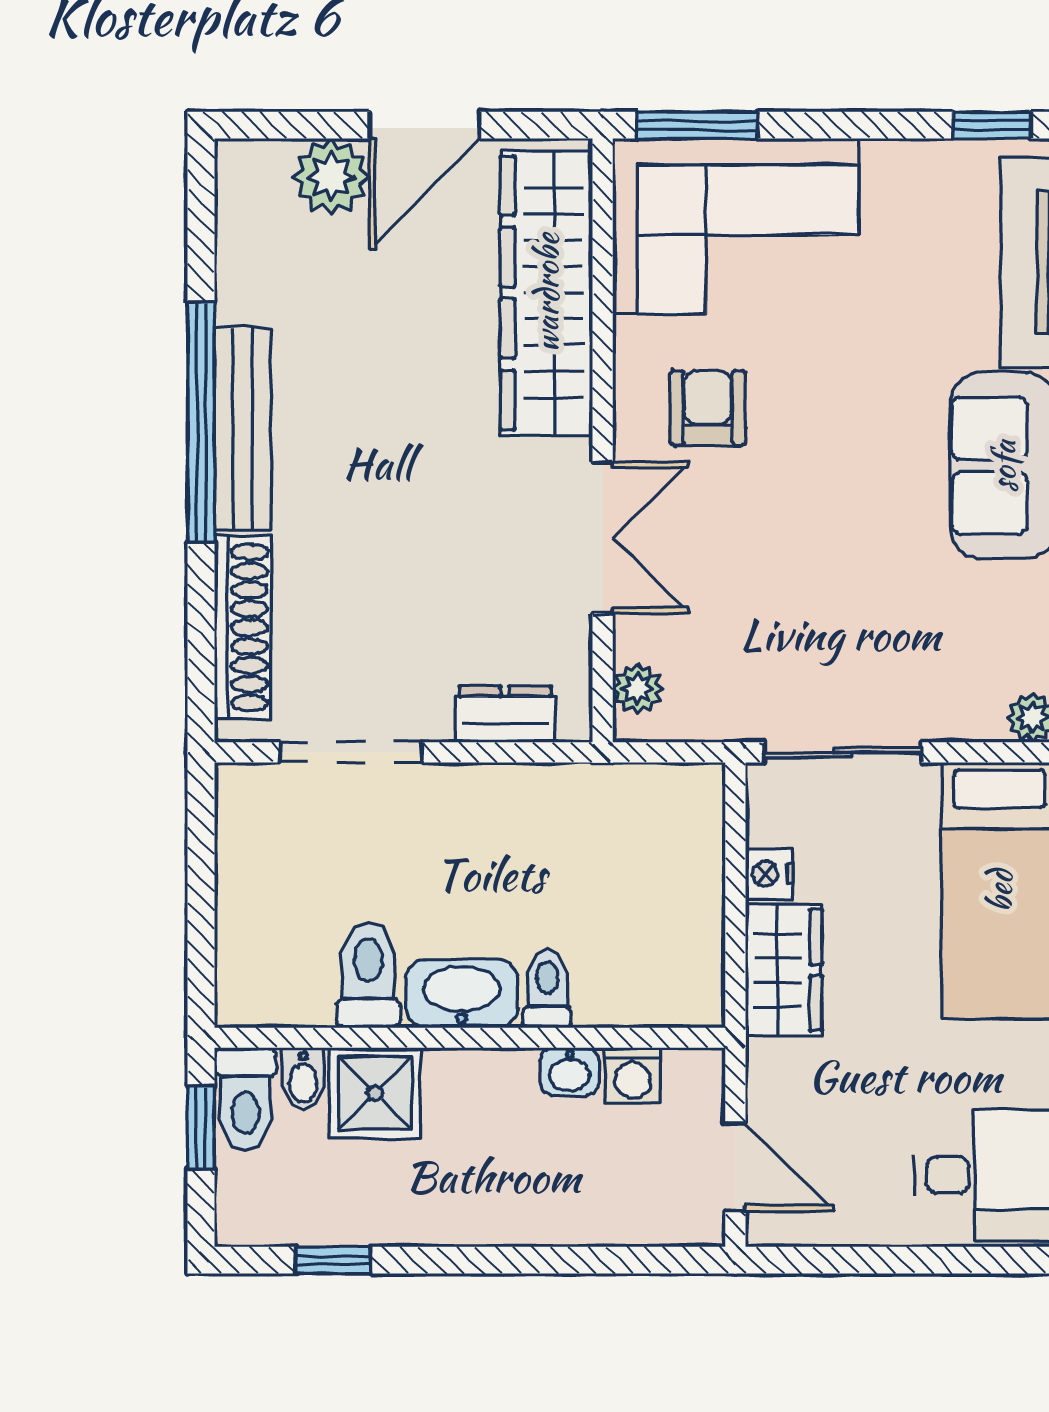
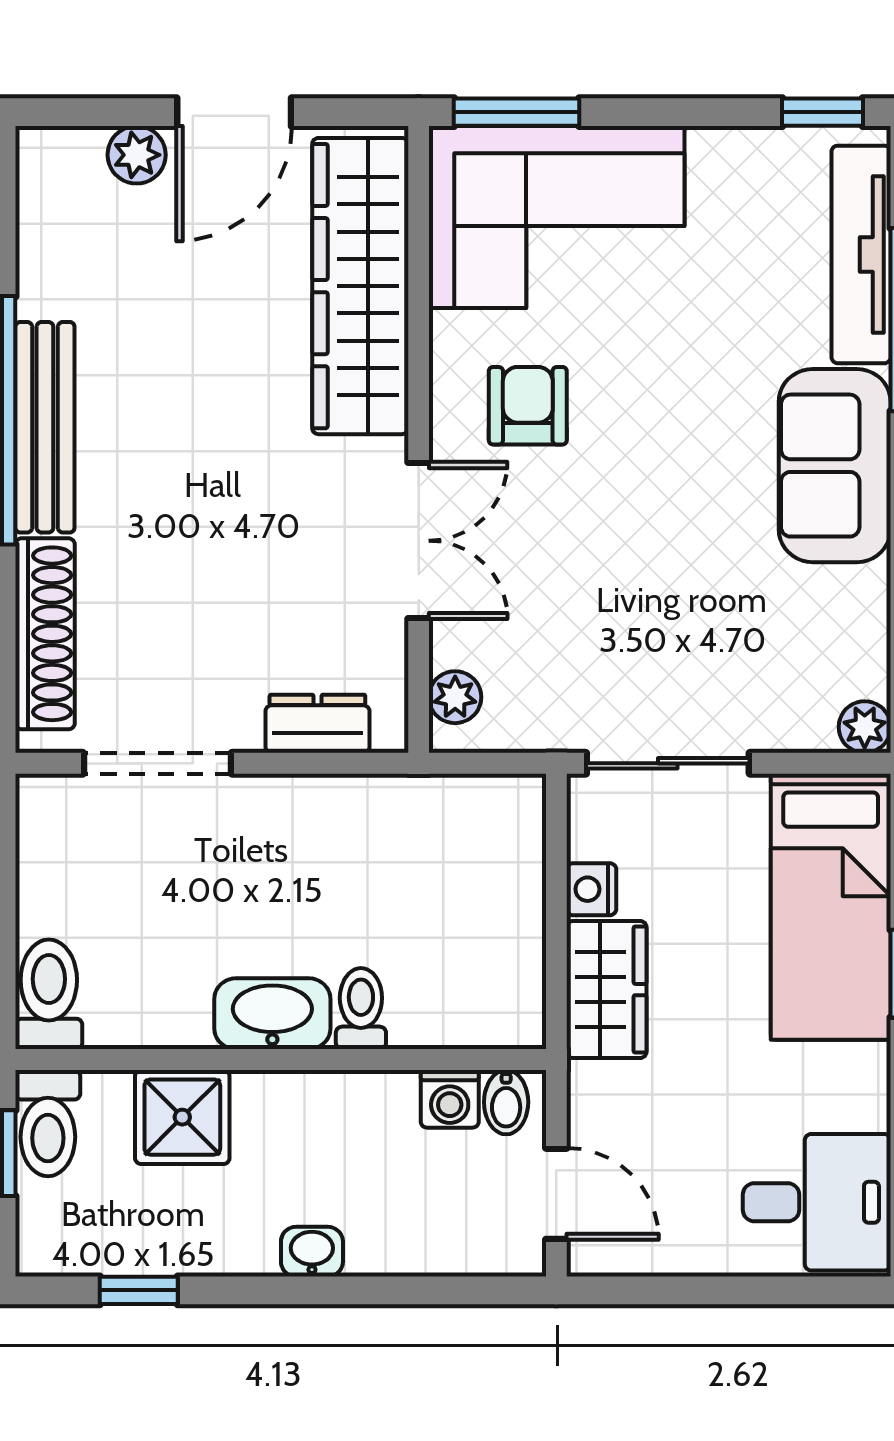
plant: (331, 177) -> (137, 155), width x0.73, depth x0.73
toilet: (368, 975) -> (49, 994), moved
washbasin: (570, 1072) -> (312, 1252), moved, turned 180
bidet: (303, 1079) -> (506, 1102), moved

